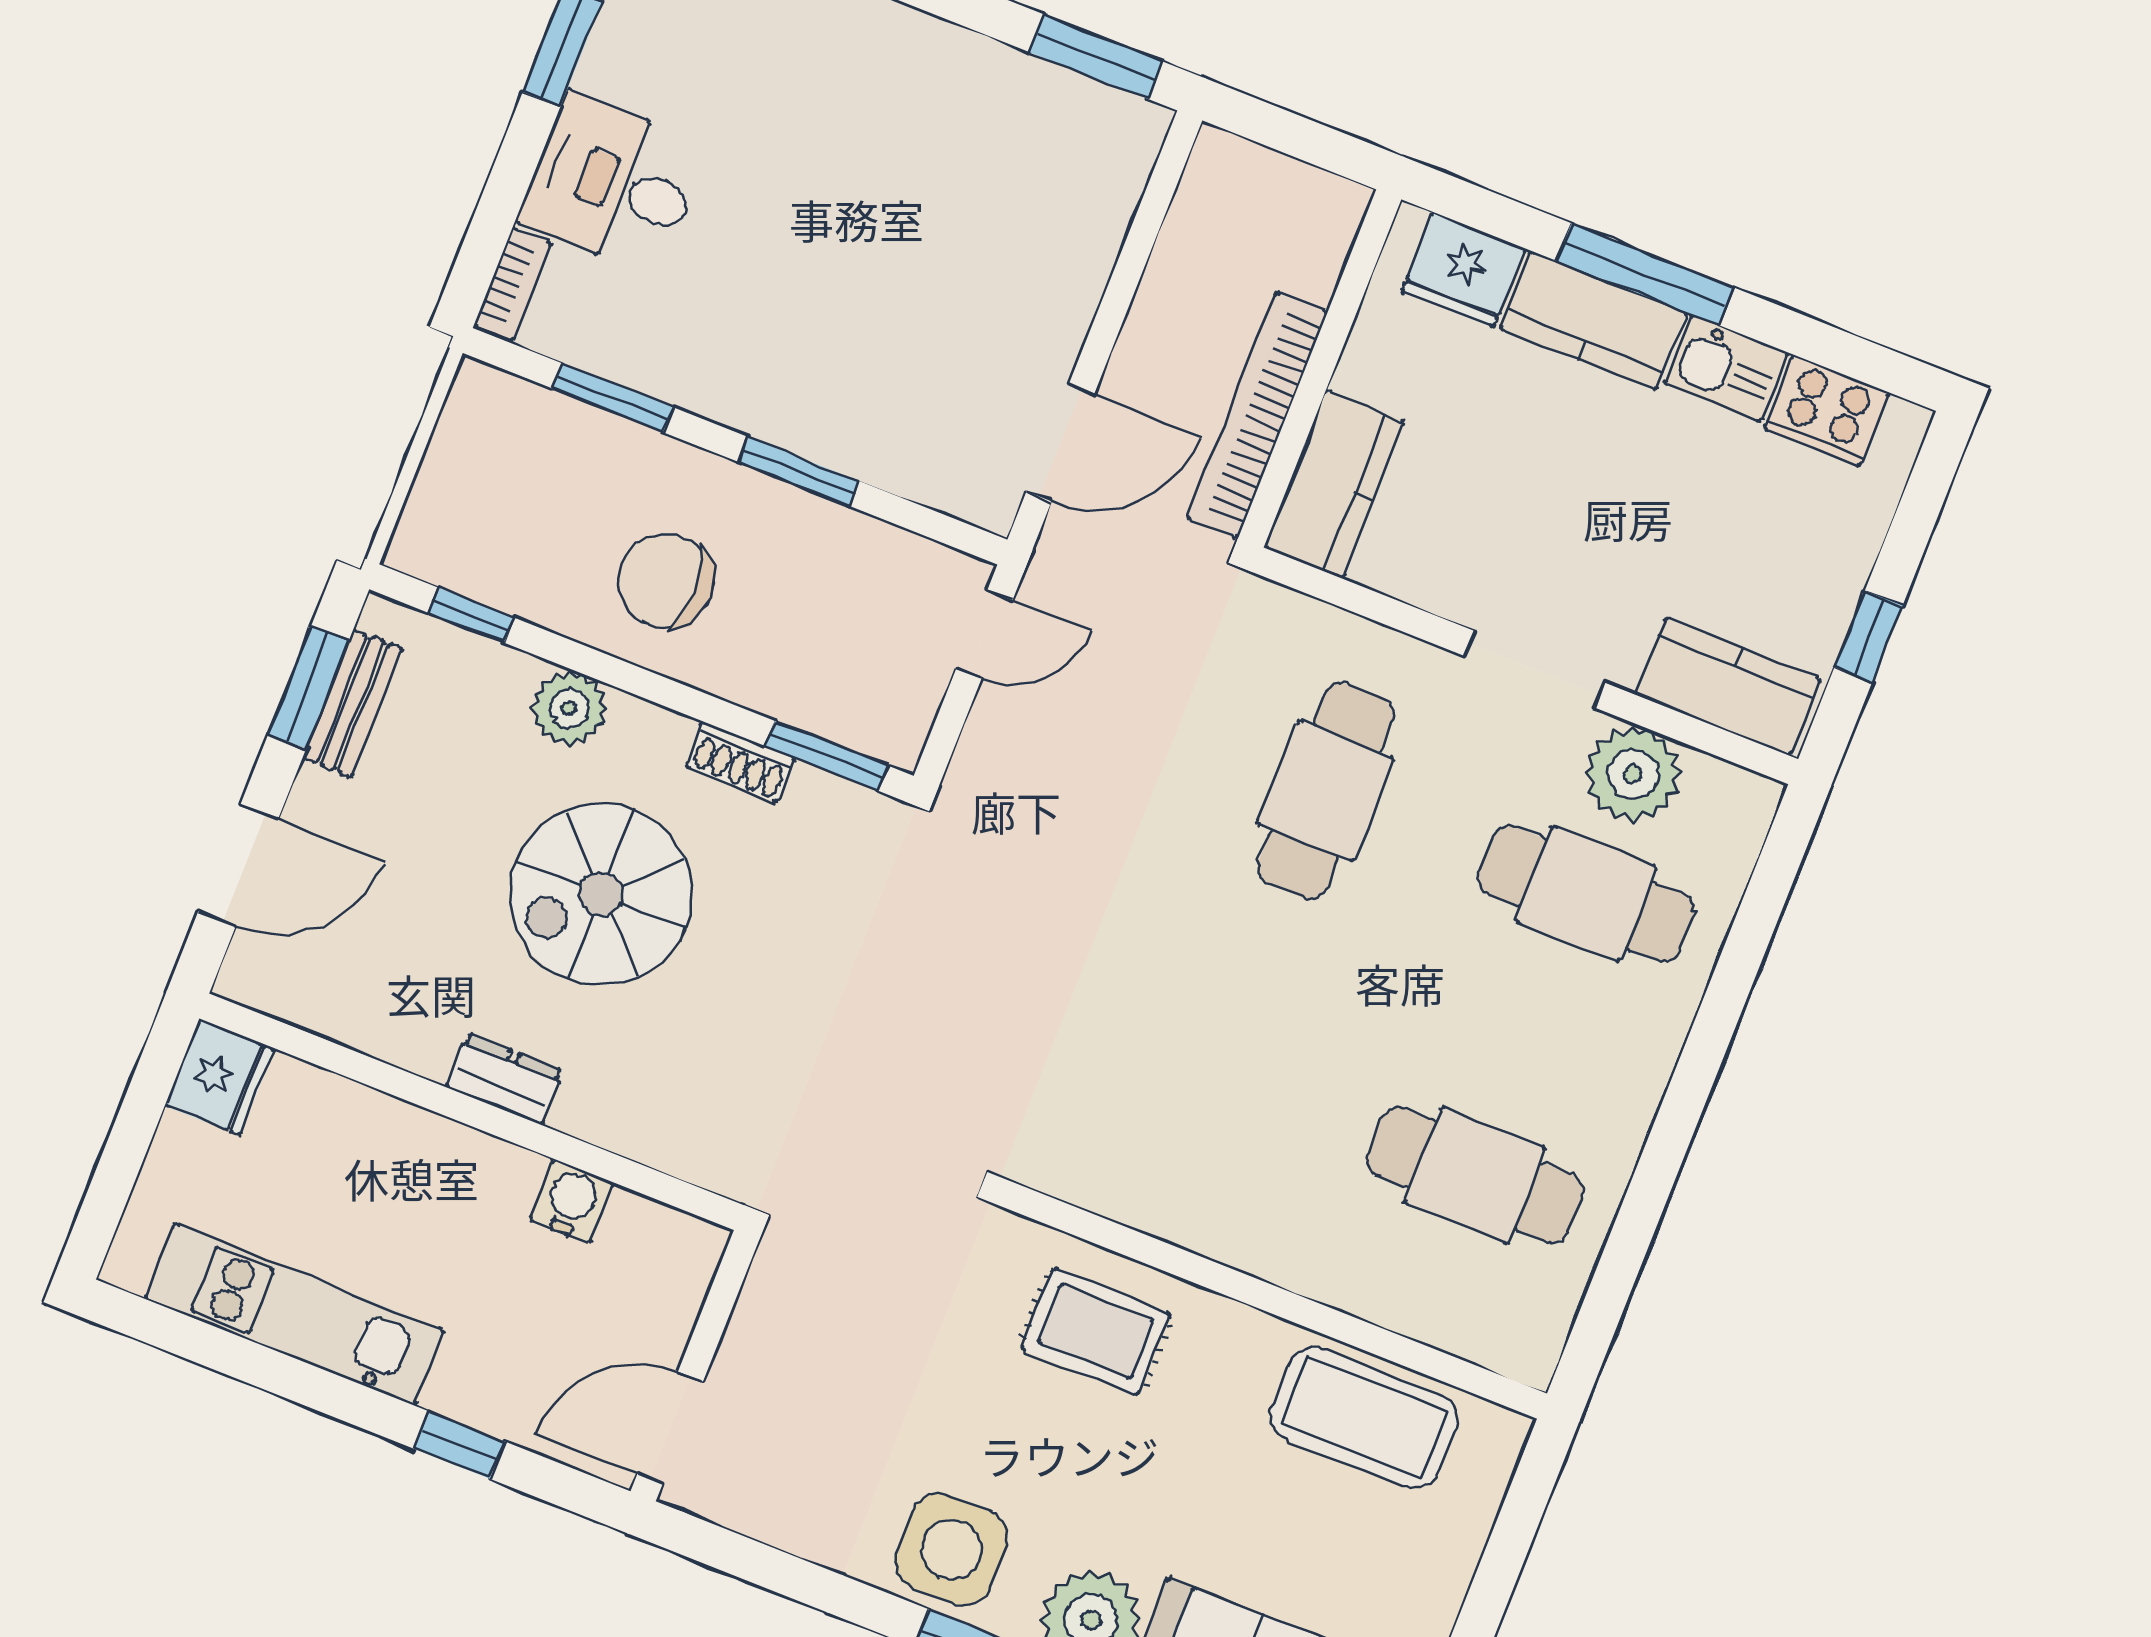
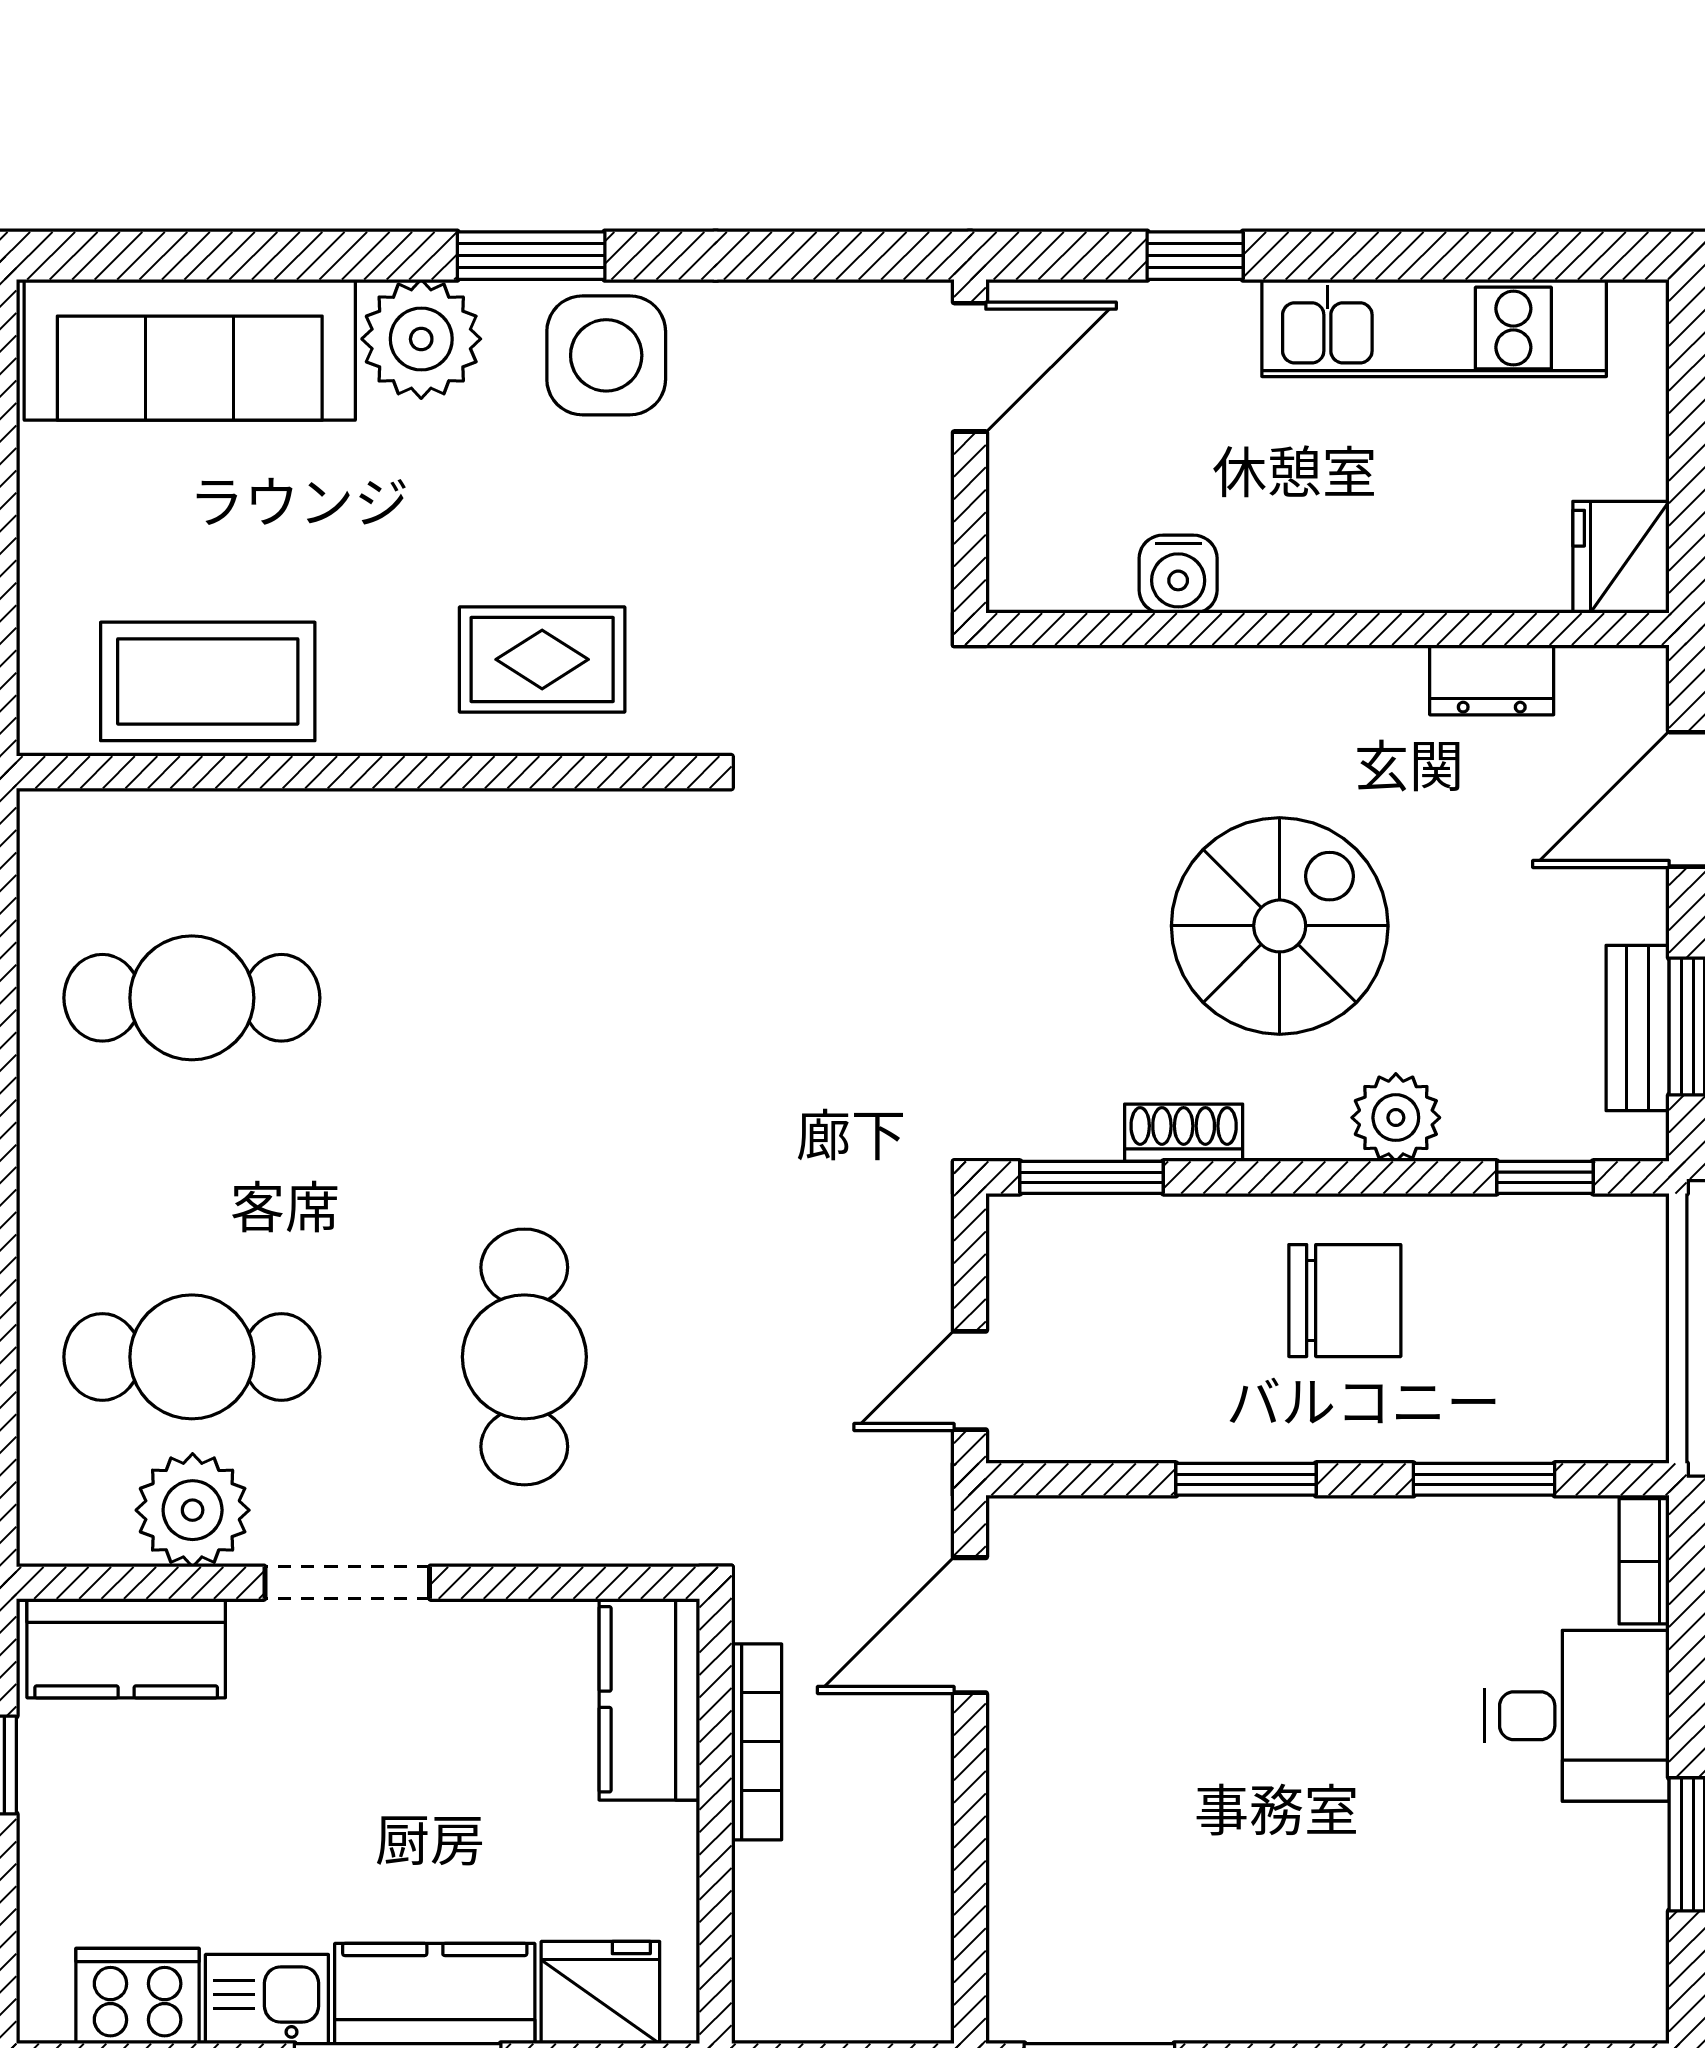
bookcase: (1257, 415) -> (757, 1742), width x0.68, depth x0.76
dresser: (505, 1079) -> (1492, 680), moved

